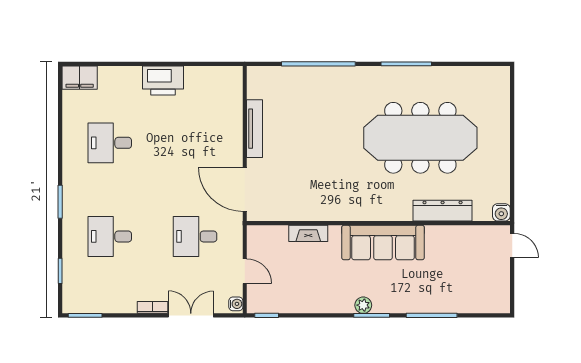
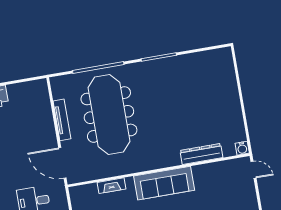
meeting table: (420, 138) -> (109, 114), moved, turned 90

